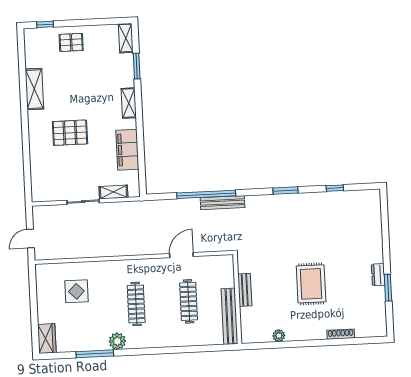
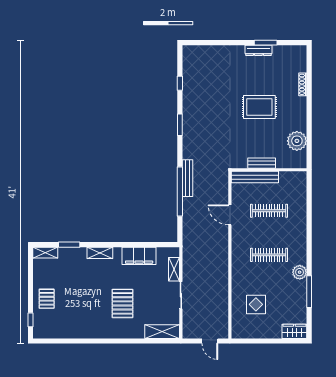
shelving: (34, 89) -> (162, 332), moved
dresser: (378, 275) -> (258, 50), width x1.44
bench: (229, 316) -> (255, 177), moved
plant: (279, 336) -> (297, 141), width x1.88, depth x1.88

